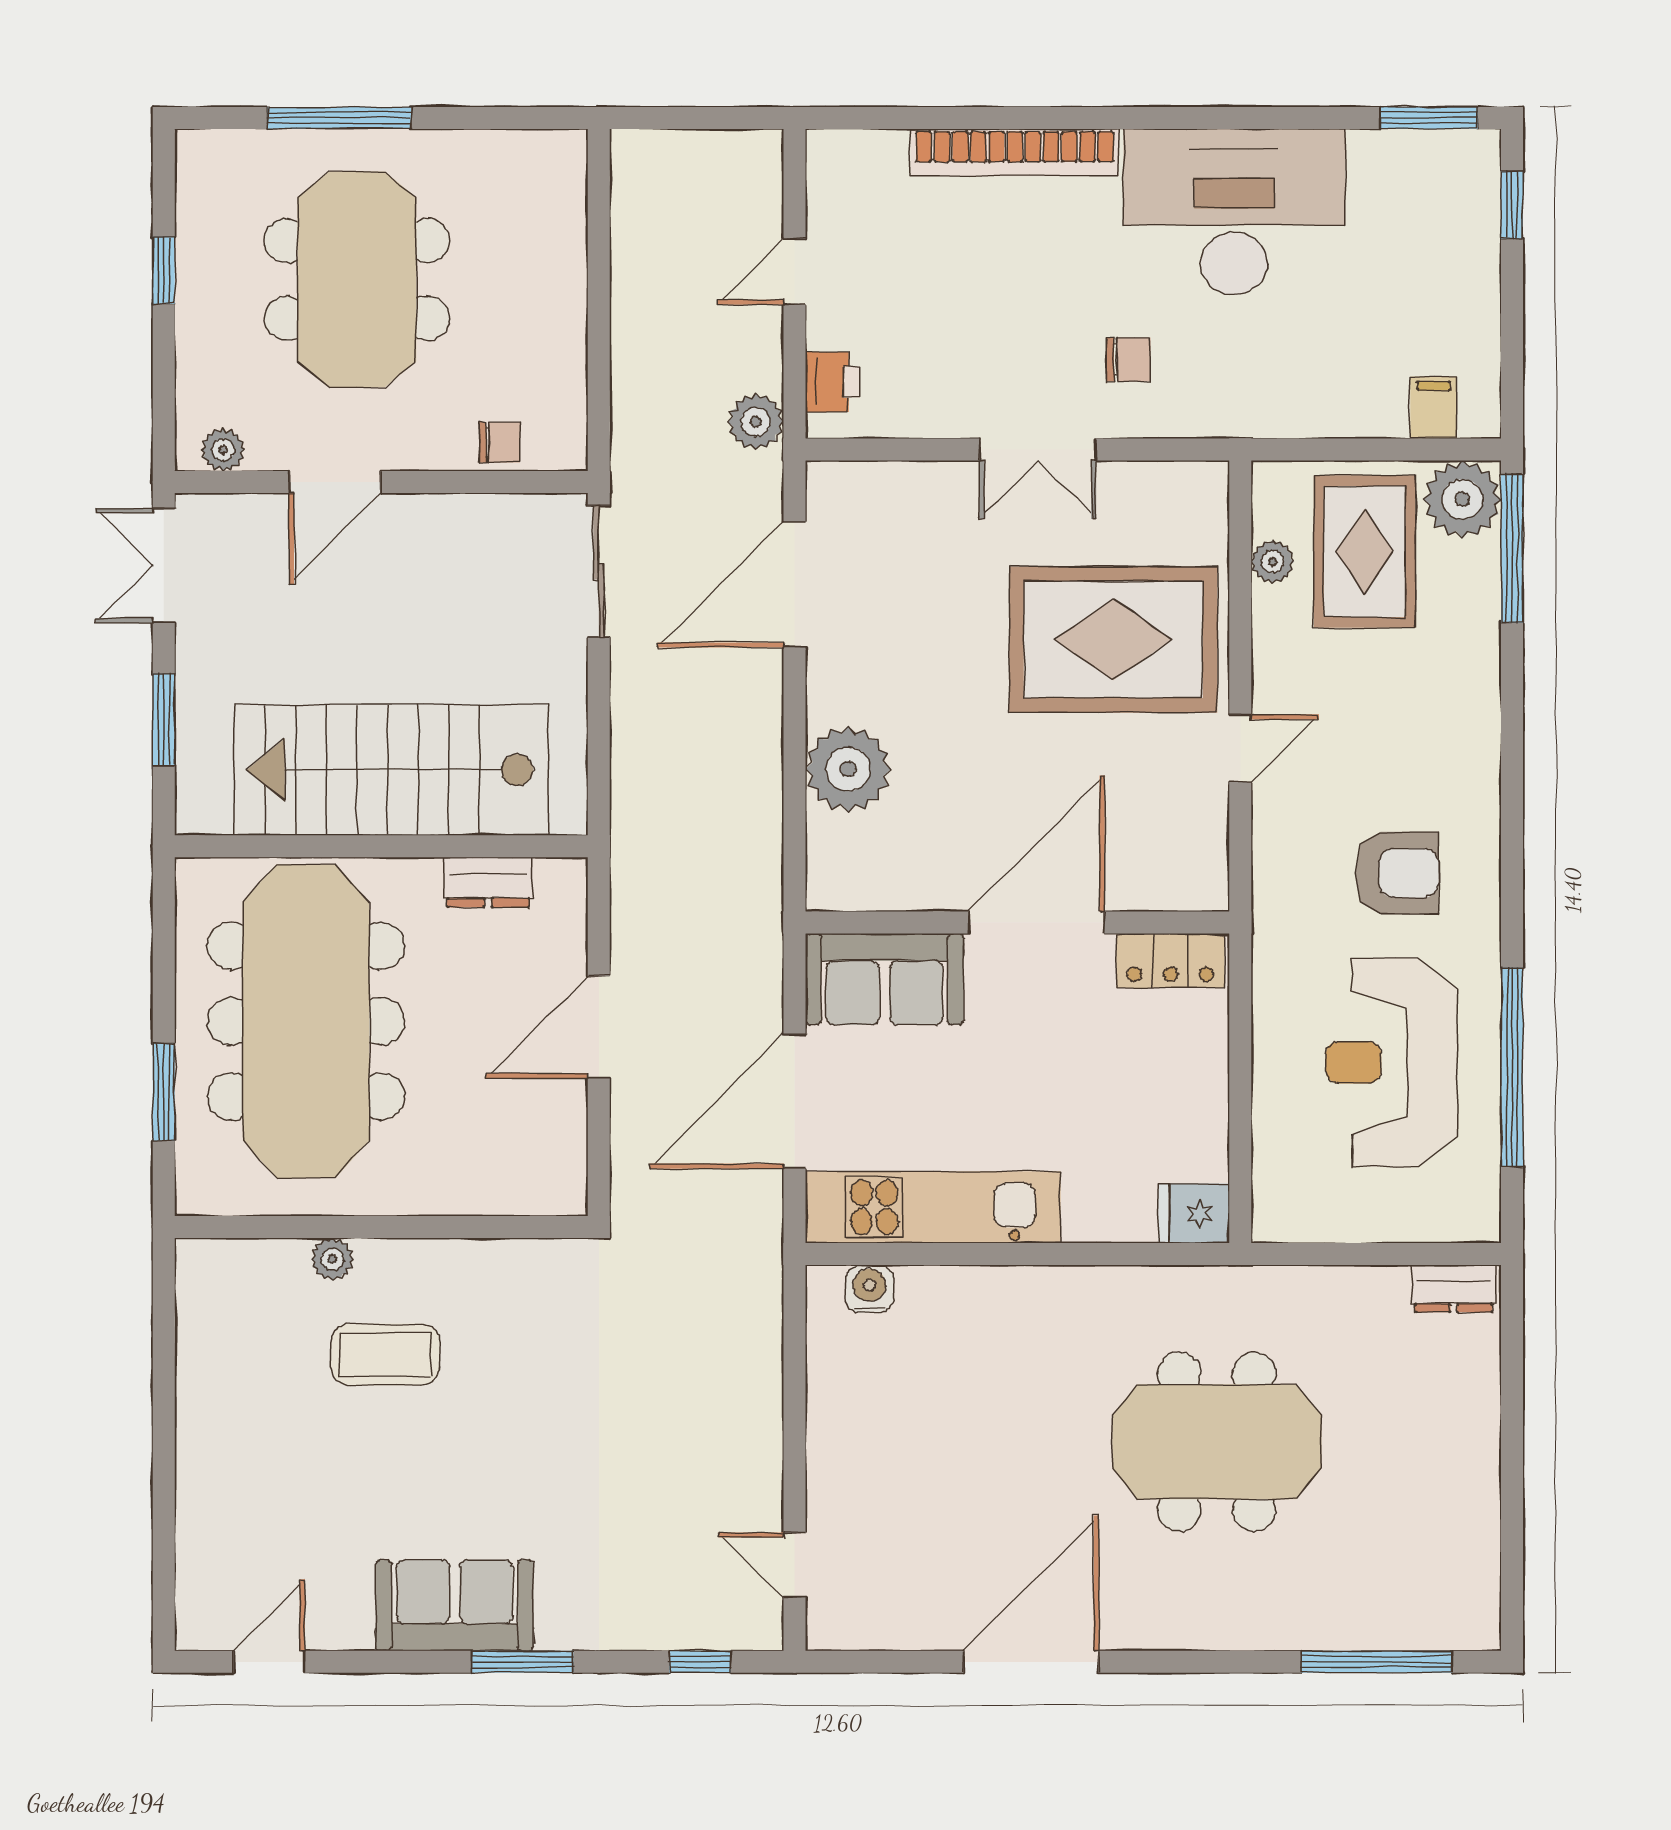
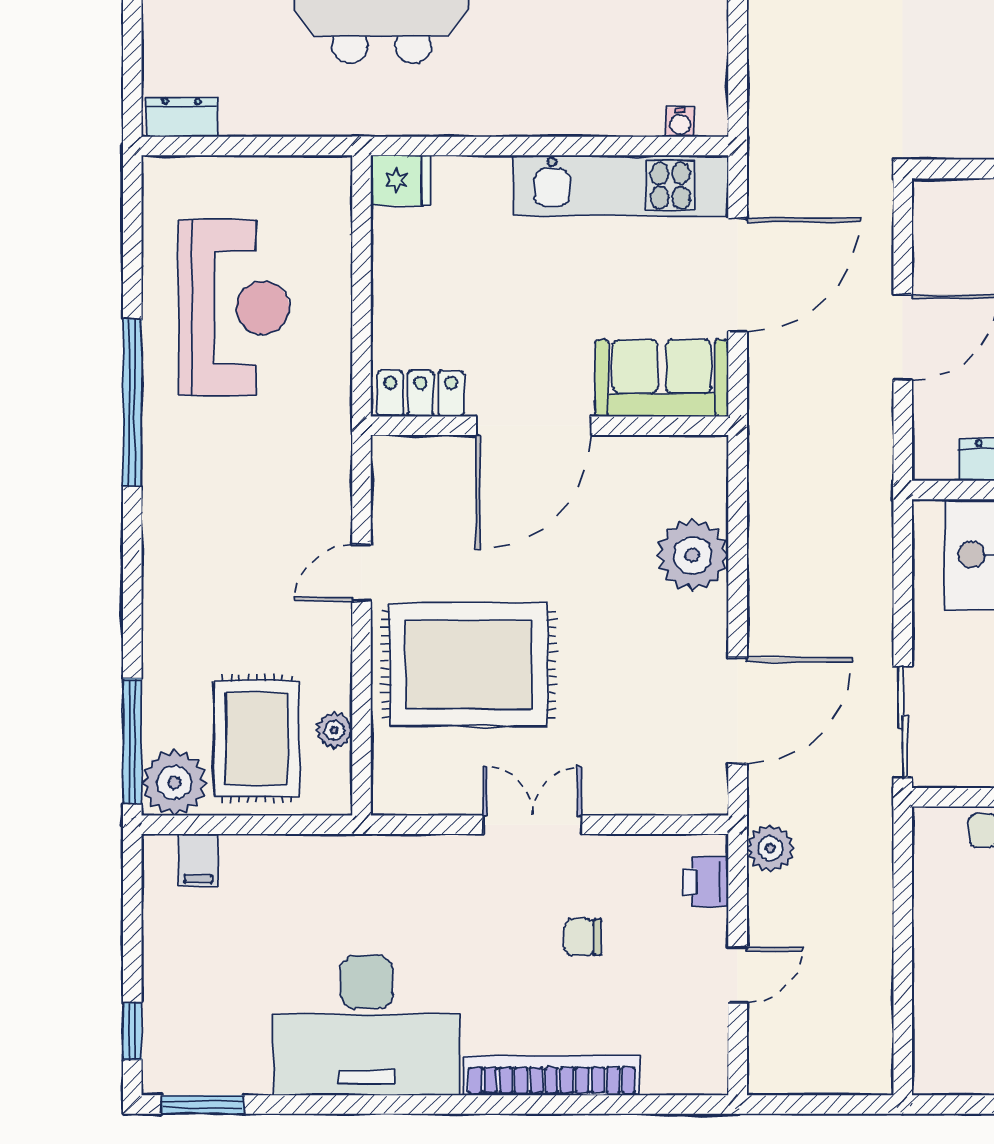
chair: (1129, 359) -> (583, 937), moved
armchair: (1397, 873) -> (229, 467), removed
window: (1512, 1067) -> (132, 403), moved
water cooler: (869, 1289) -> (680, 122), width x0.72, depth x0.72

